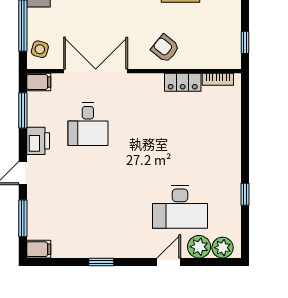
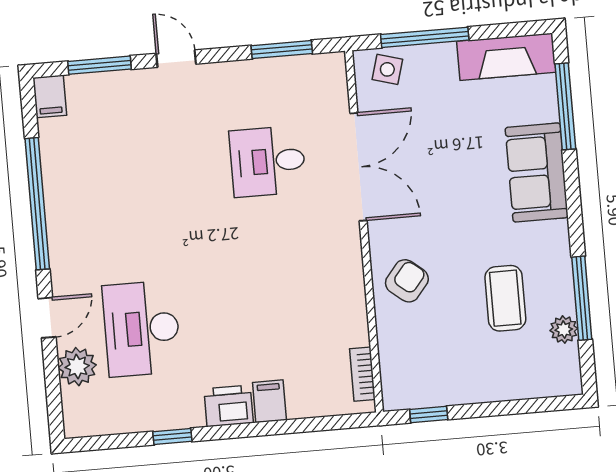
filing cabinet: (39, 82) -> (269, 401), moved, turned 180
locker: (183, 82) -> (352, 315), removed
printer: (38, 141) -> (229, 406), moved, turned 180
plant: (223, 248) -> (79, 406), removed
window: (101, 262) -> (37, 204), width x3.17
door: (169, 262) -> (47, 318), hinge flipped

